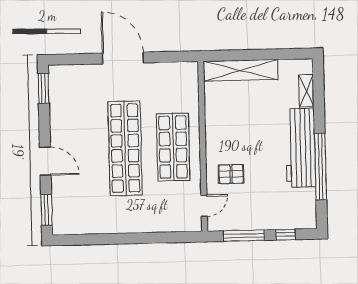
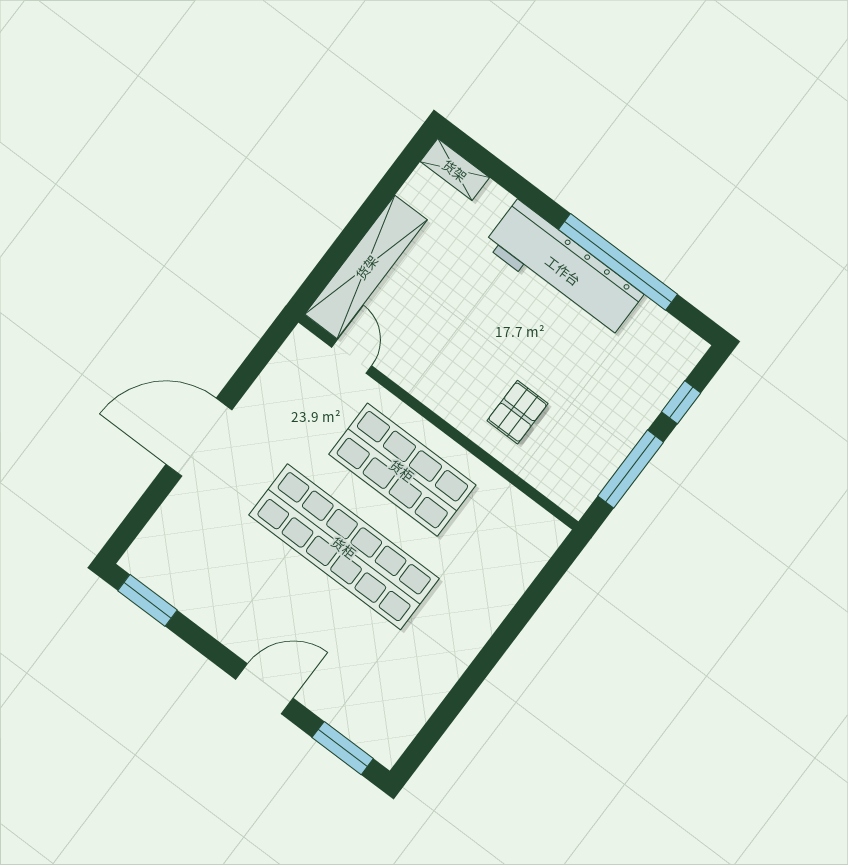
shelving: (306, 91) -> (455, 170), moved
door: (204, 206) -> (352, 357), moved

